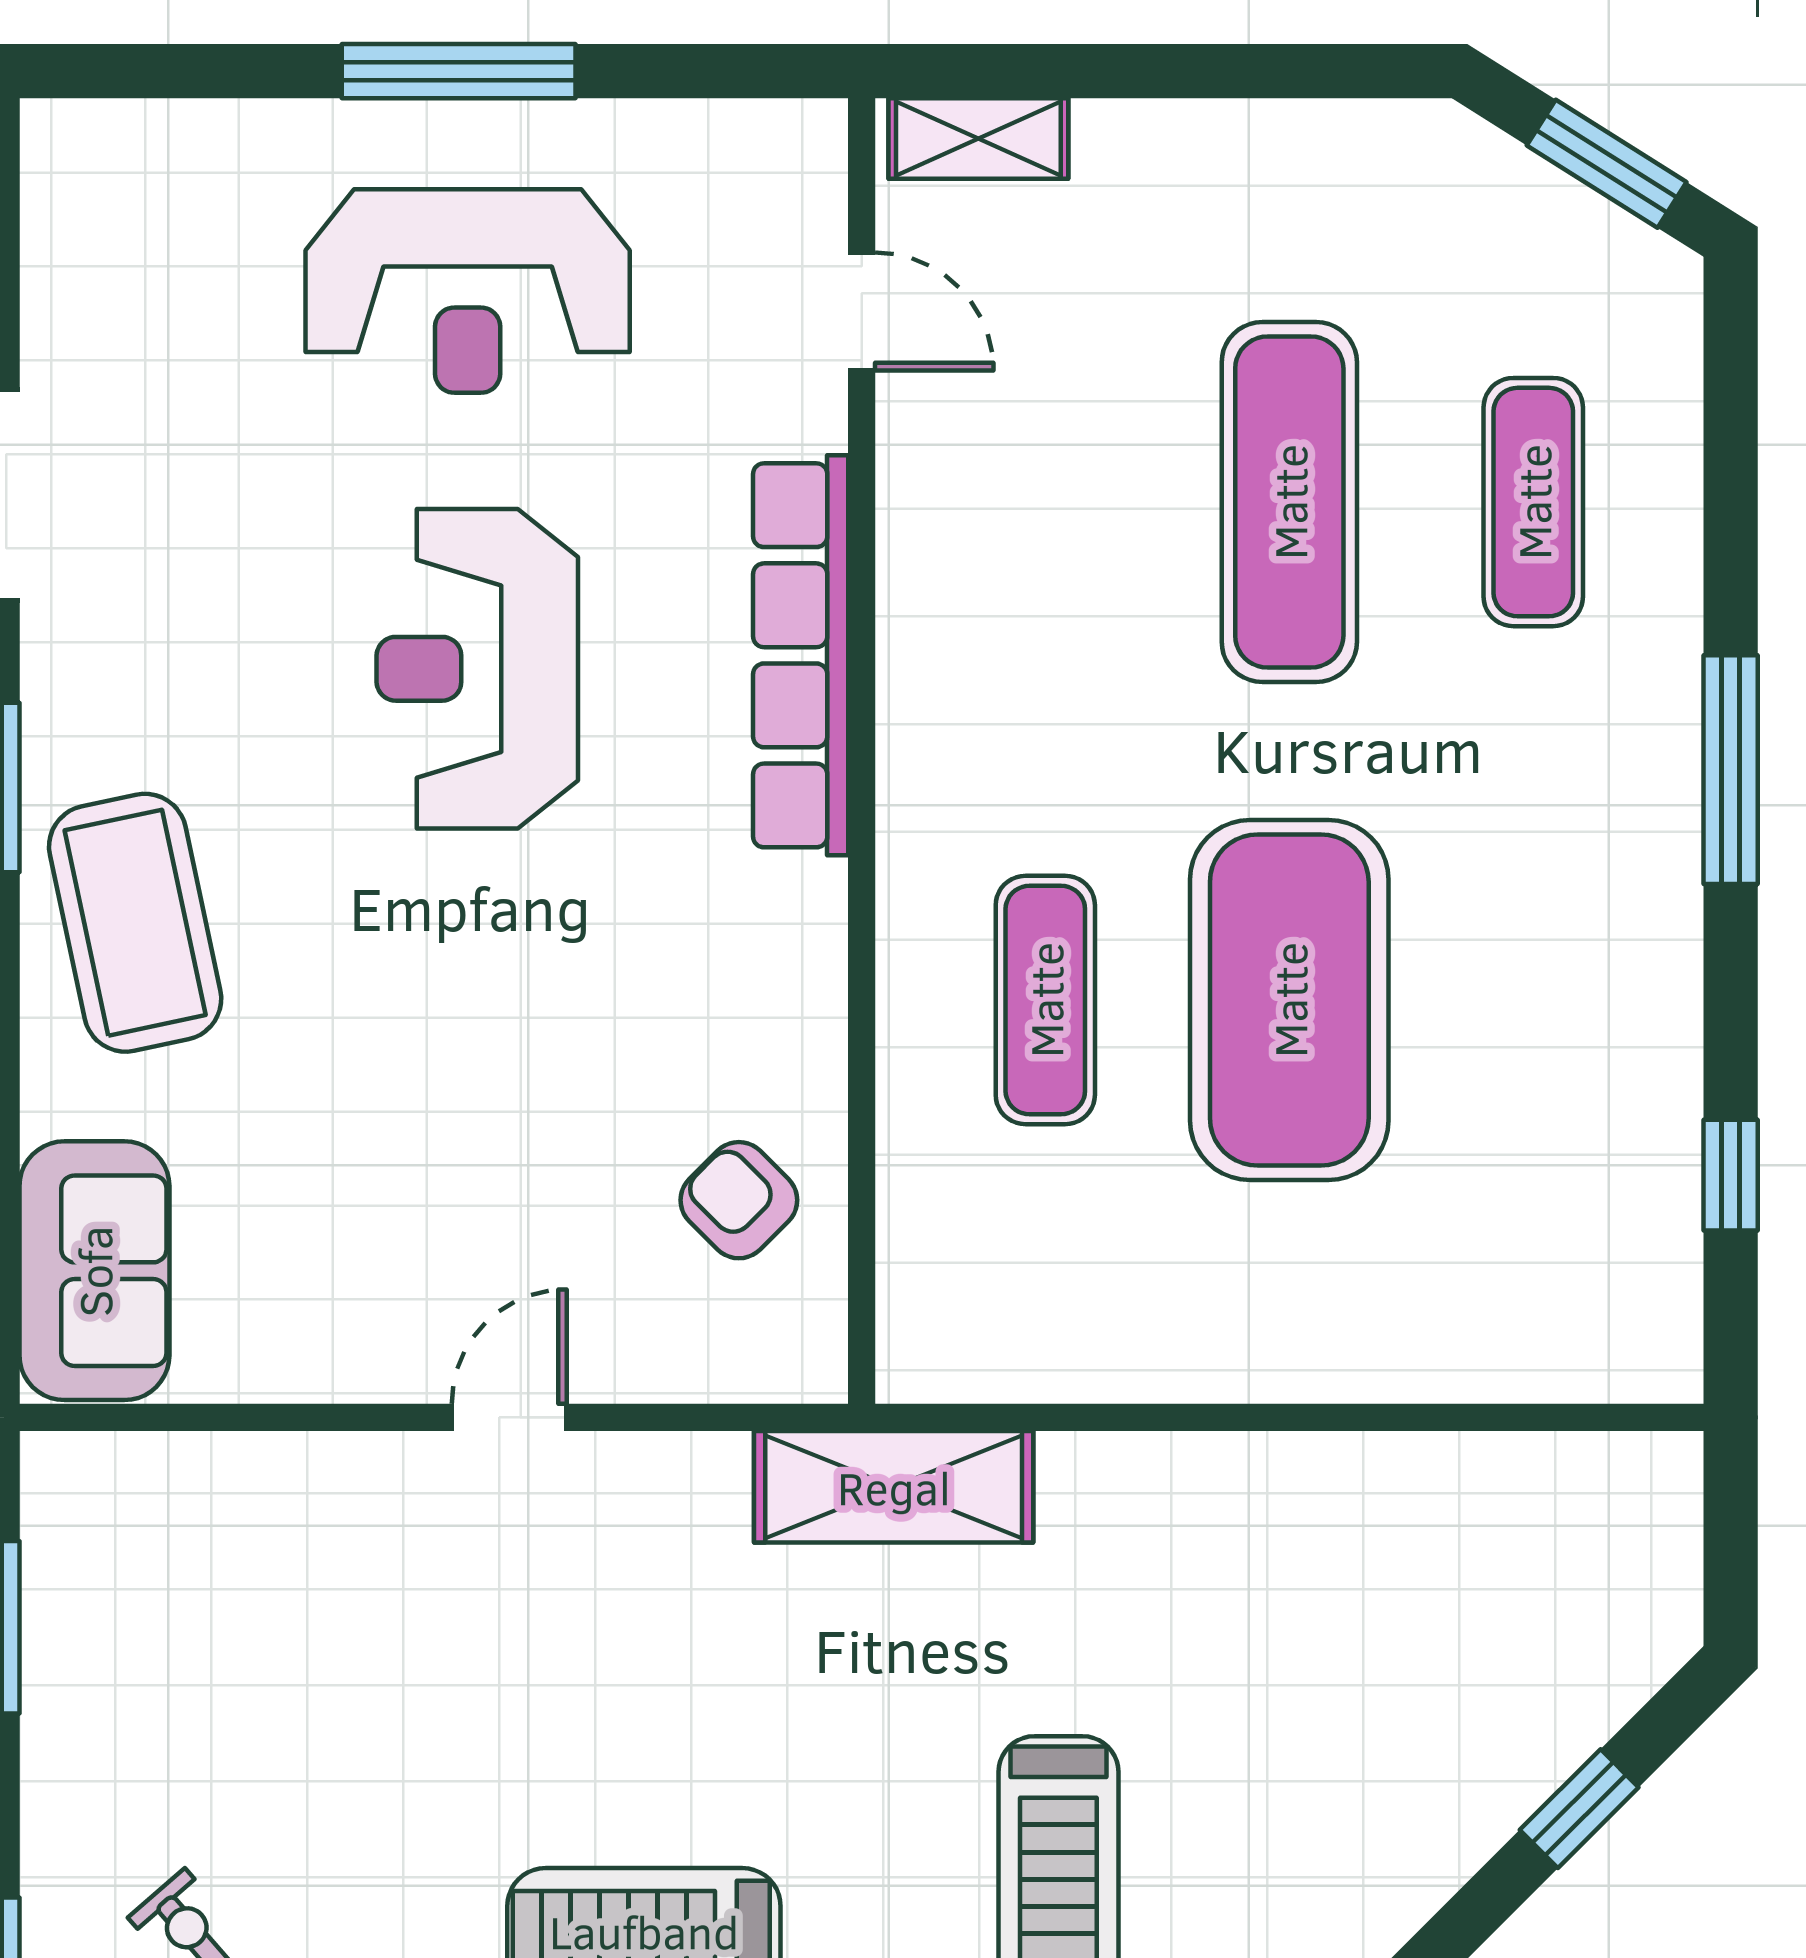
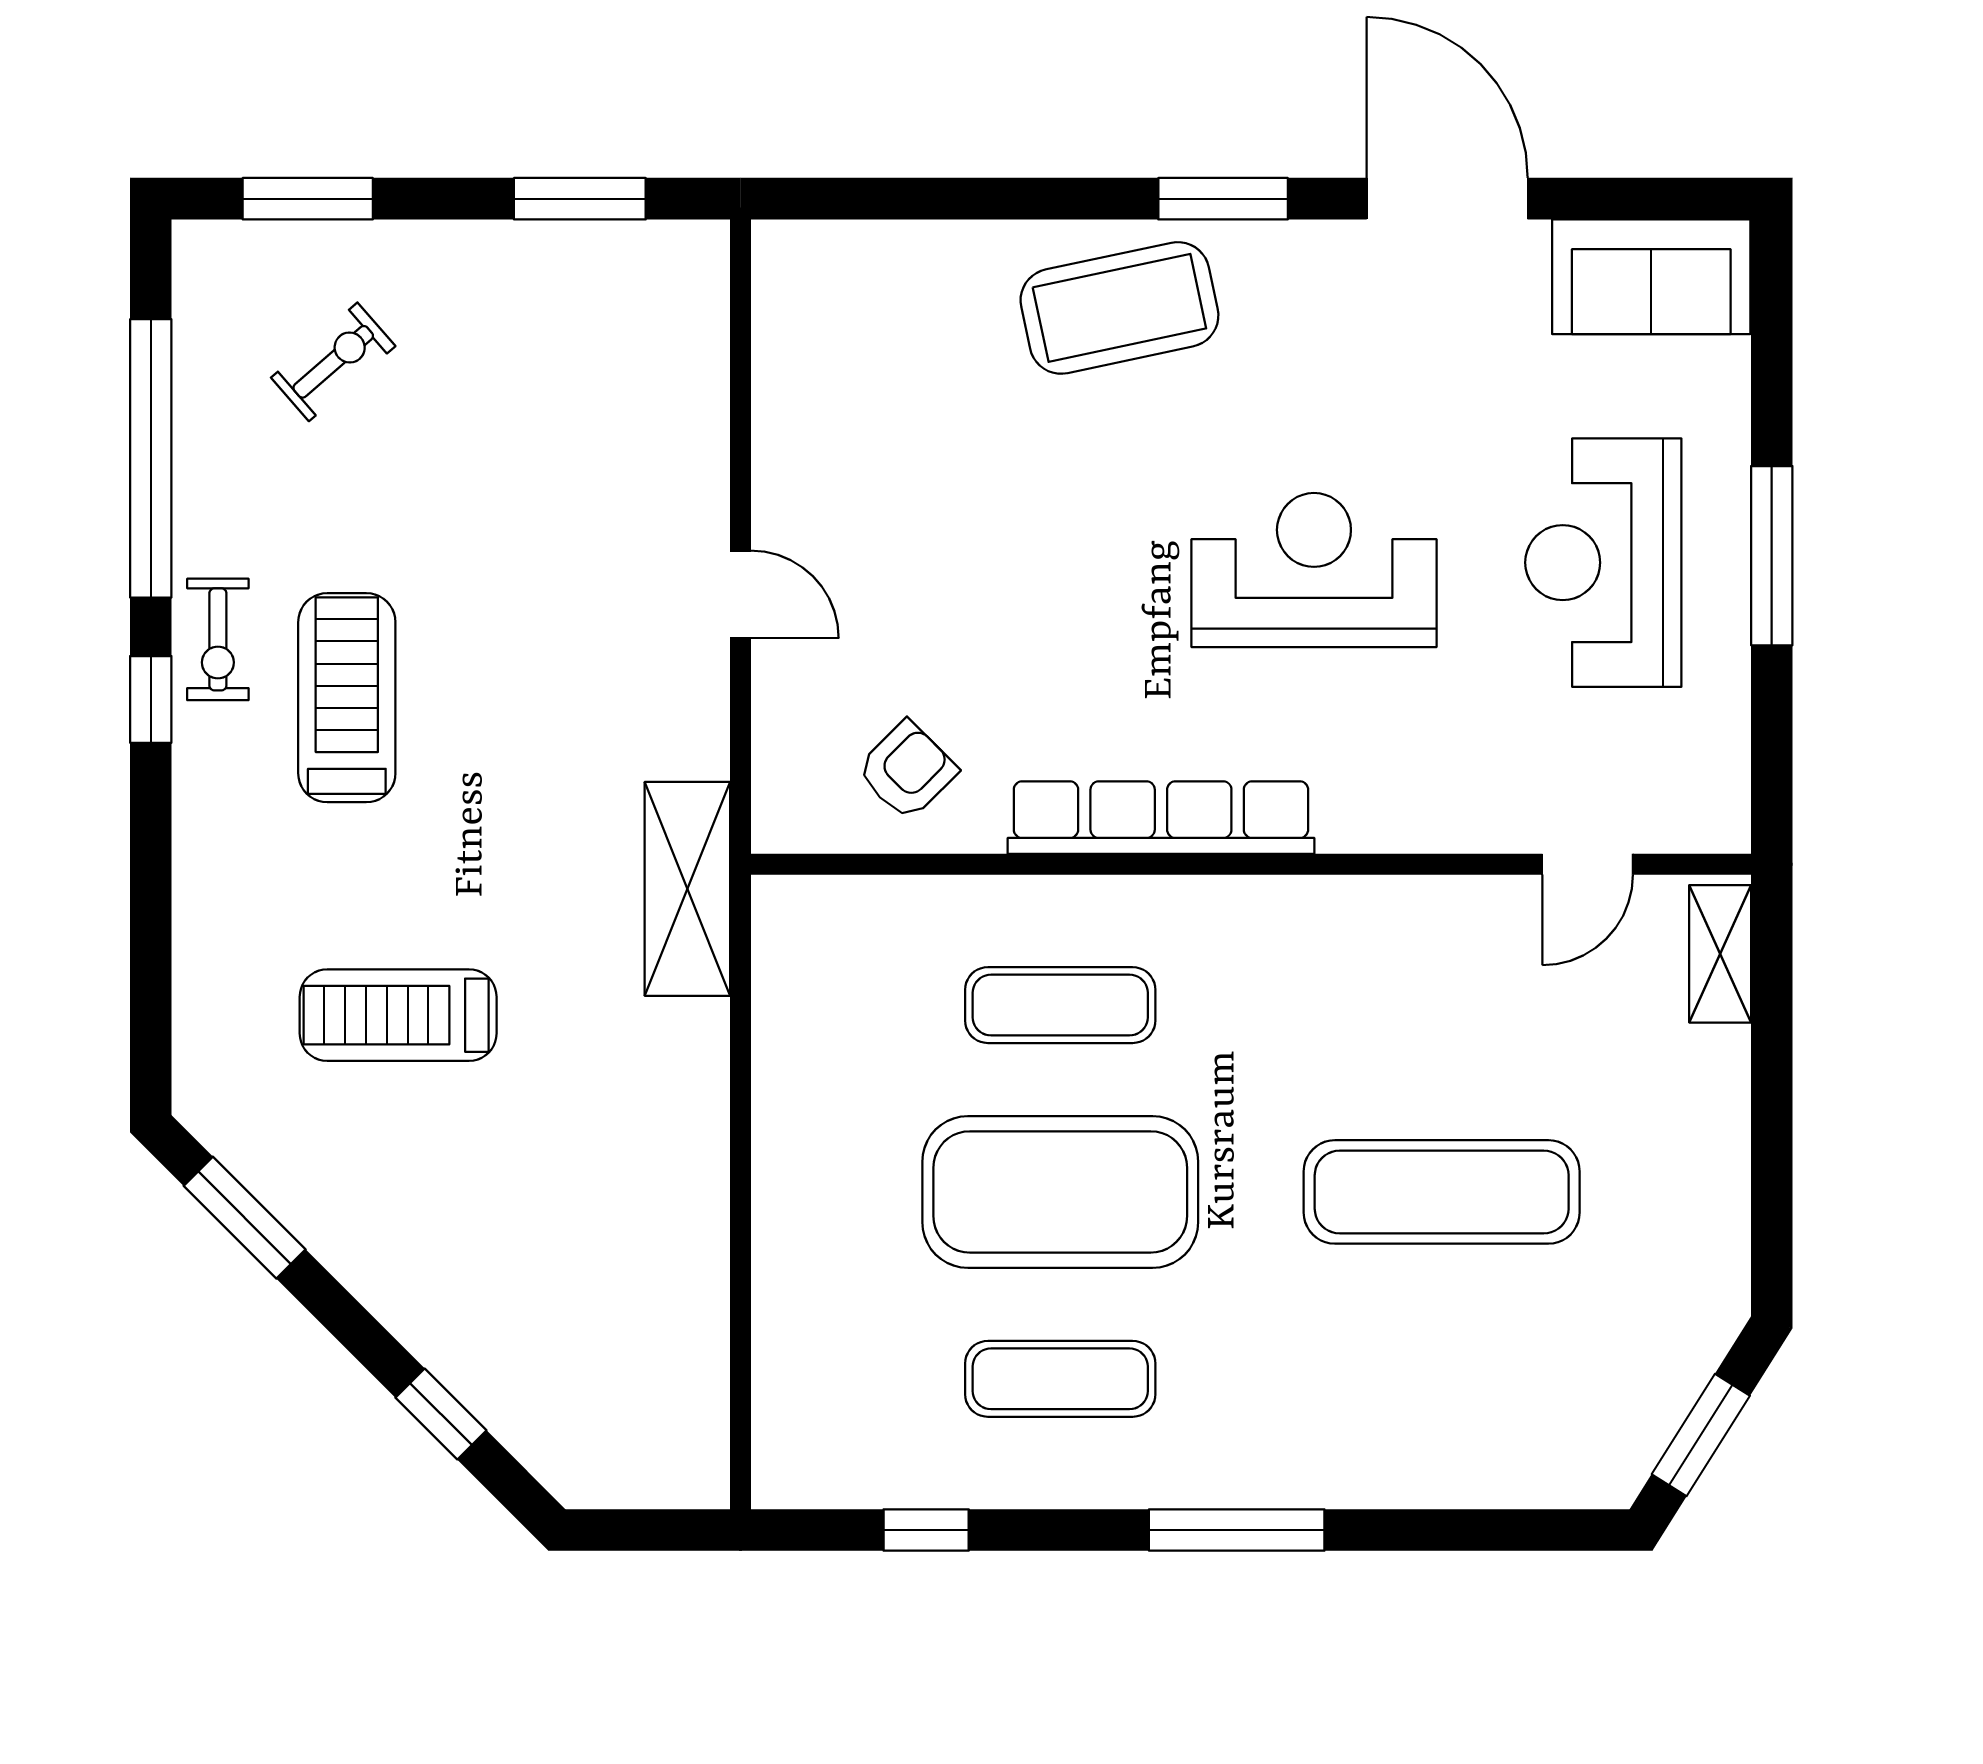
exercise mat: (1533, 502) -> (1060, 1379), moved
row of seats: (801, 655) -> (1161, 818), moved
sofa: (94, 1271) -> (1651, 277), moved

